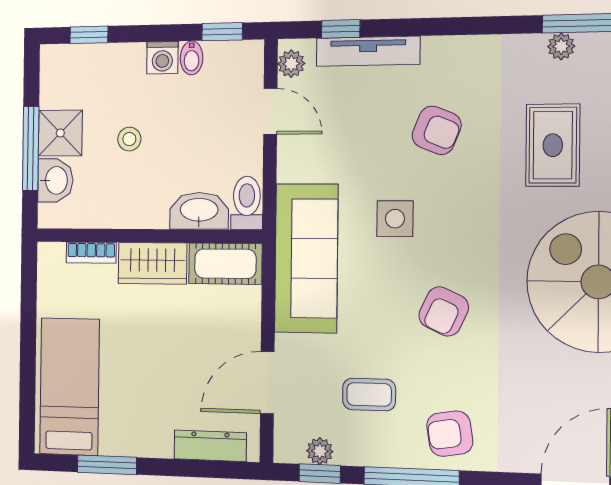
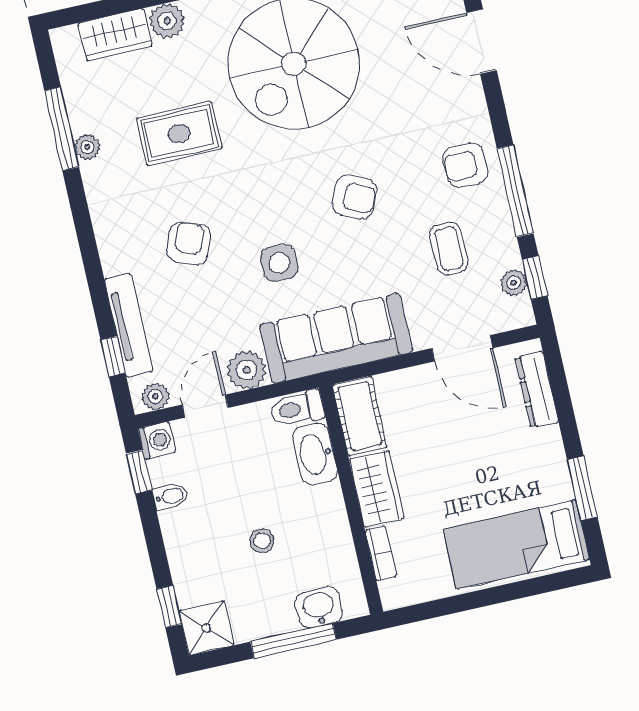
washing machine: (162, 58) -> (157, 440), moved
shower: (60, 133) -> (206, 628), moved
plant: (296, 161) -> (247, 370), added
armchair: (450, 434) -> (466, 165), turned 99

